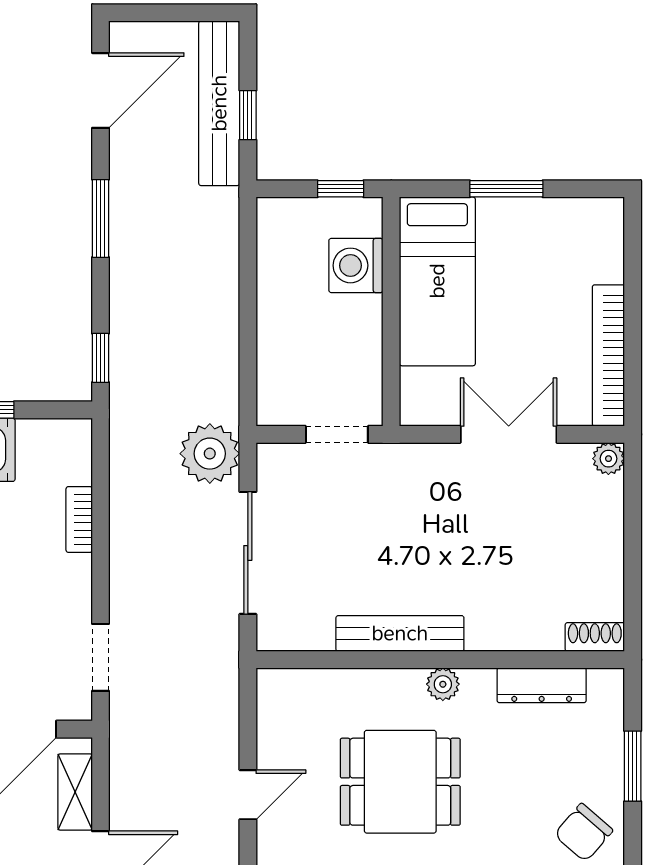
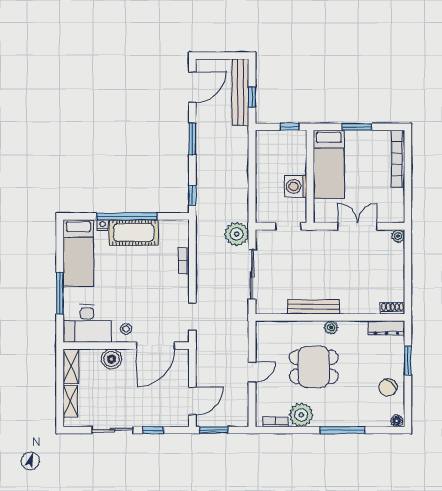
washing machine: (356, 265) -> (296, 186), moved
bookcase: (608, 355) -> (398, 159), moved
dresser: (542, 685) -> (386, 328), moved
shelving: (75, 792) -> (182, 371), removed

